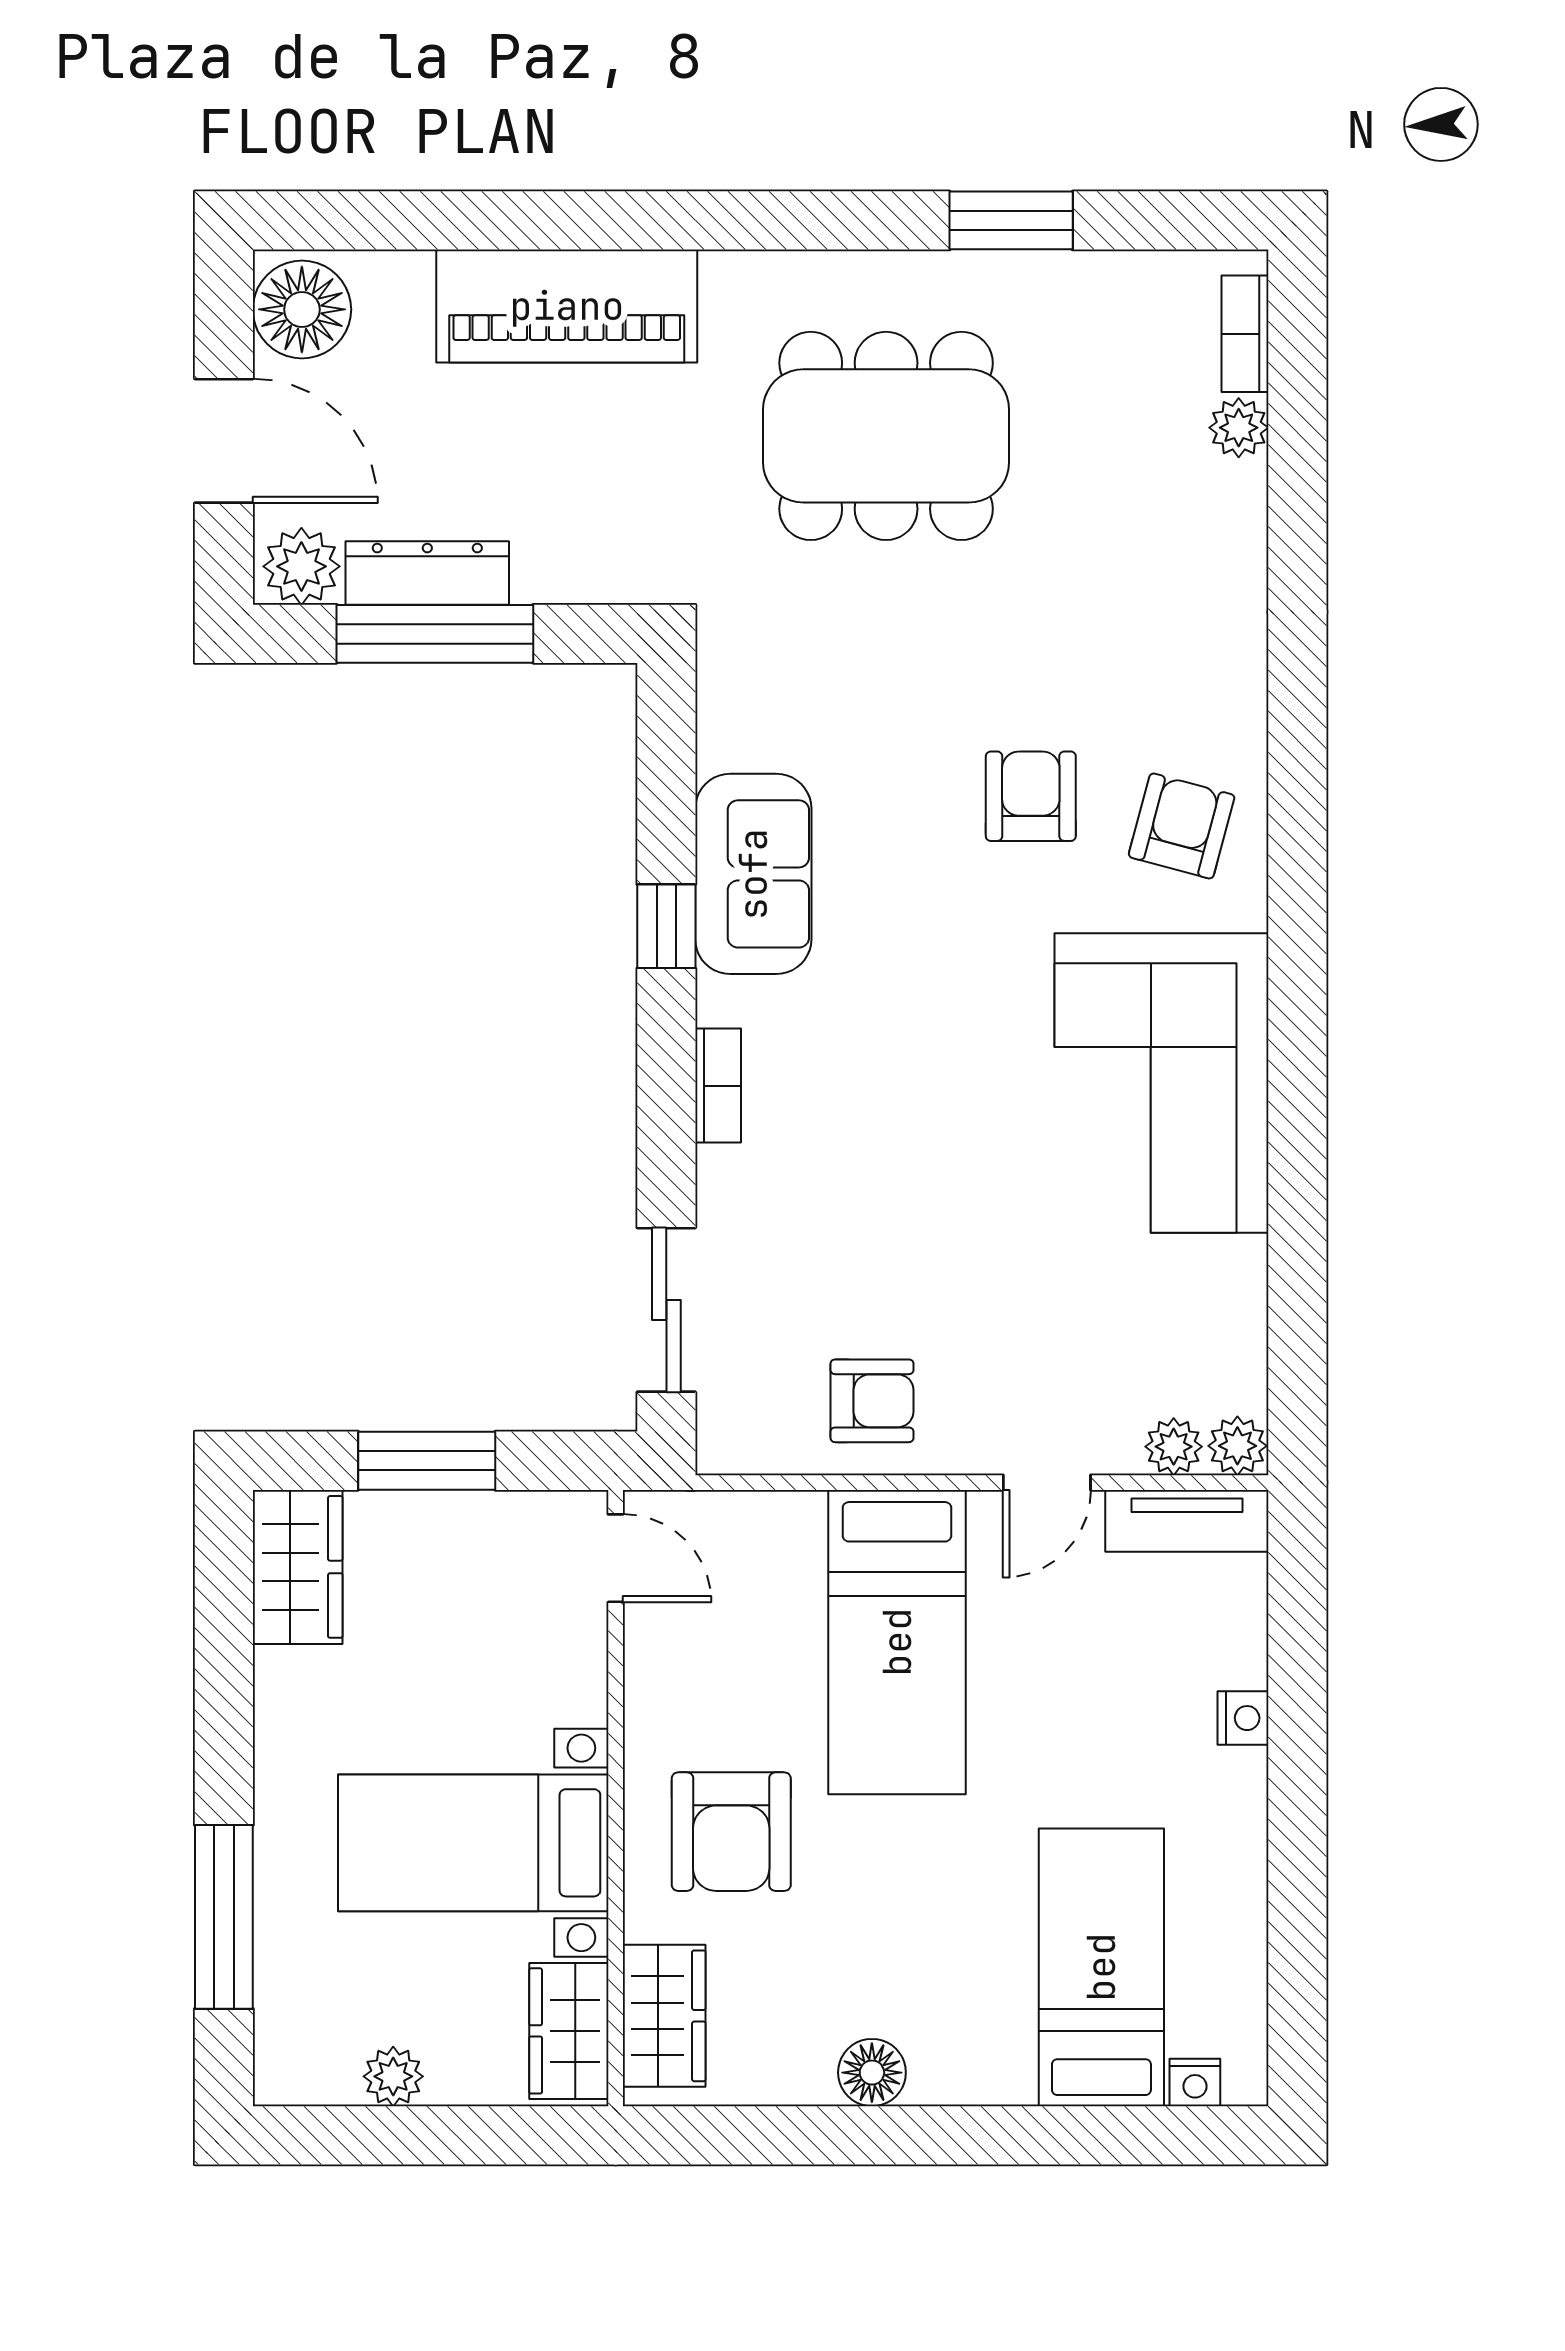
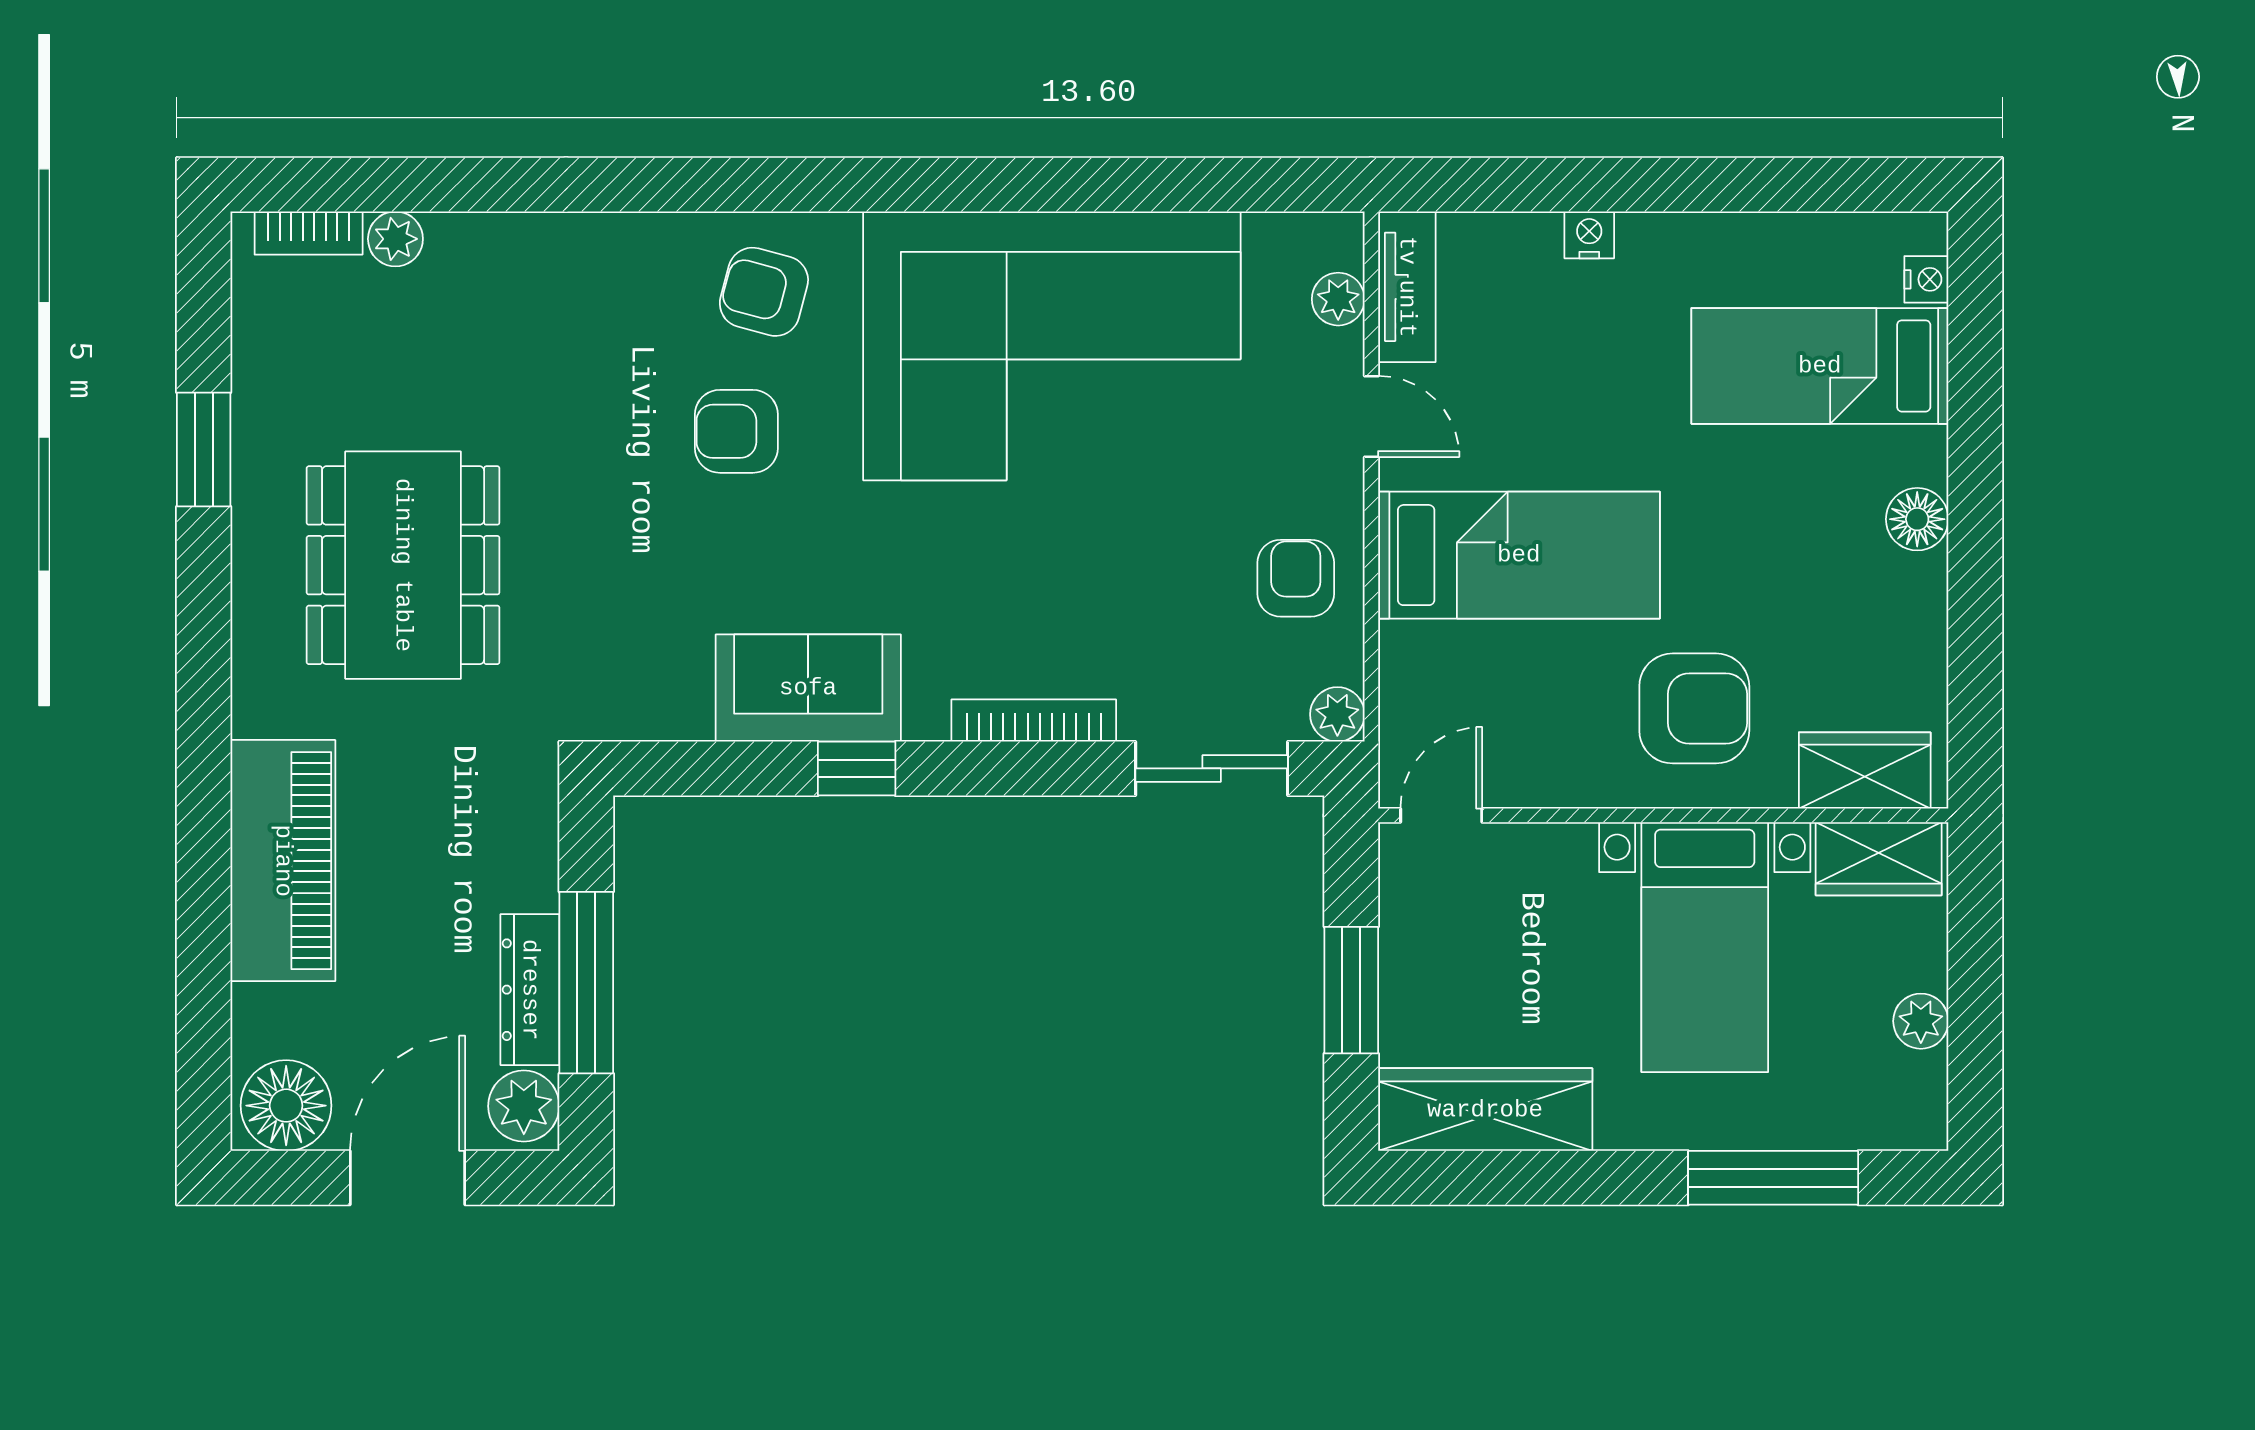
corner sofa: (1161, 1083) -> (1052, 346), width x1.36, depth x1.36
bookcase: (718, 1086) -> (1034, 721), width x1.56
plant: (1237, 1446) -> (1337, 714), moved
wardrobe: (298, 1567) -> (1485, 1110), width x1.50
floor lamp: (872, 2073) -> (1917, 519), moved

